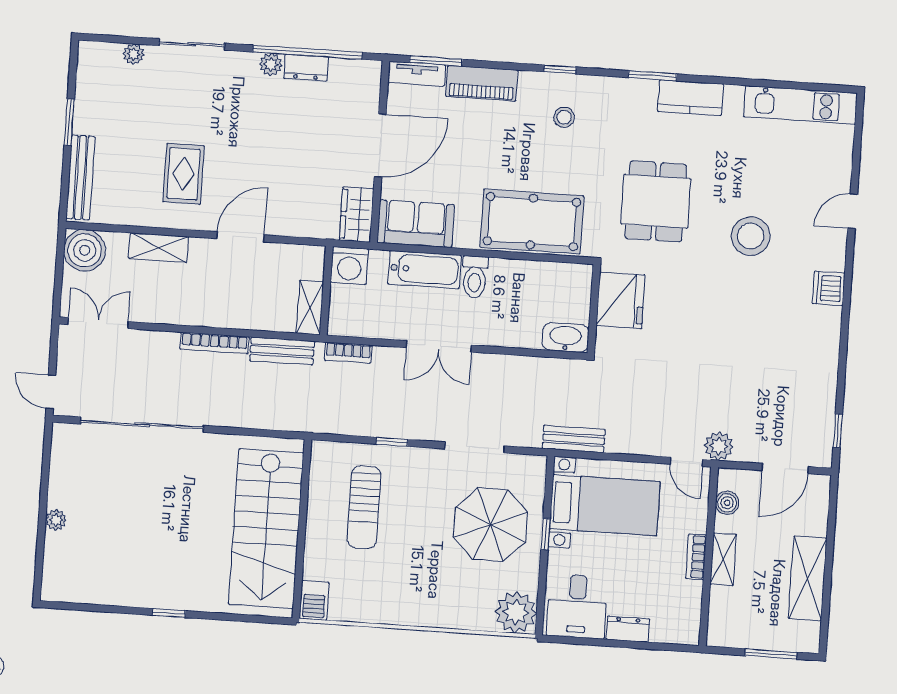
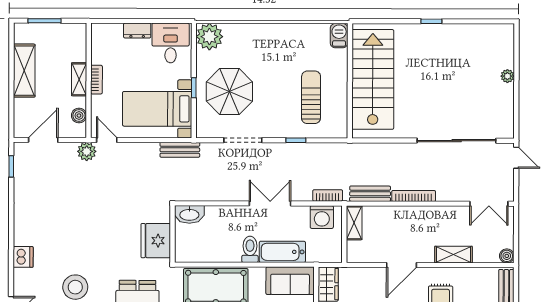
boiler: (85, 250) -> (507, 256), width x0.54, depth x0.54
washing machine: (349, 265) -> (322, 217), moved, turned 180

